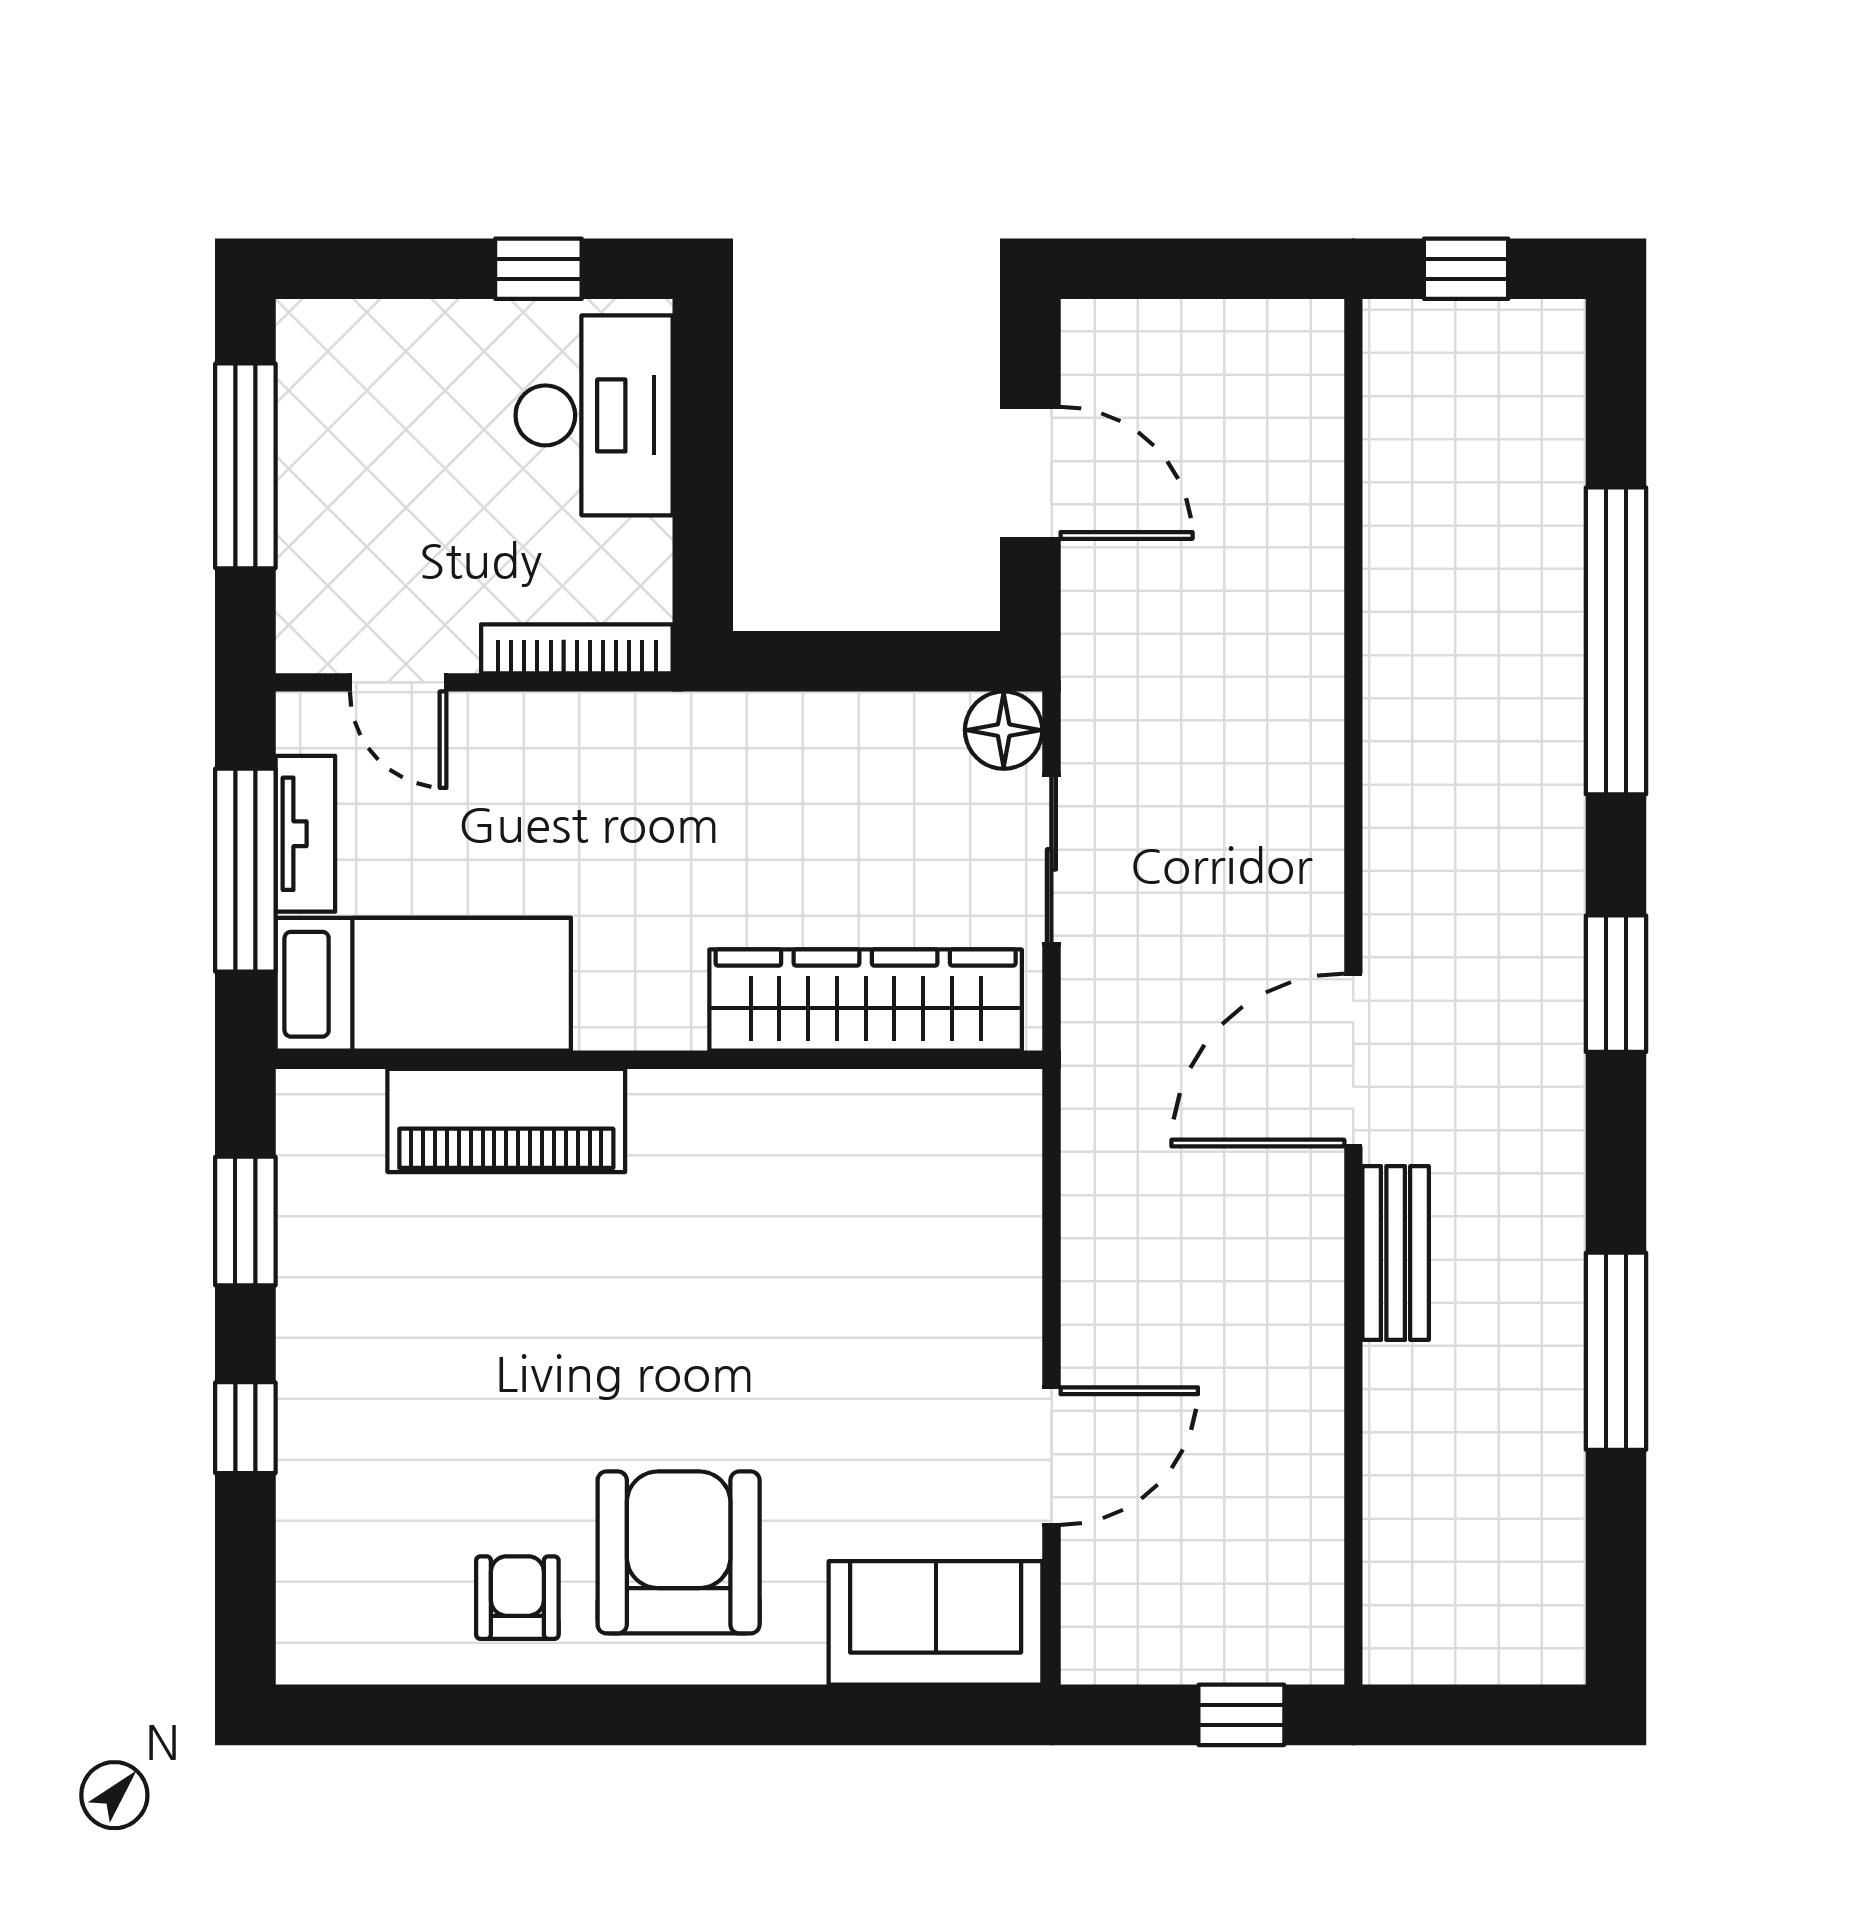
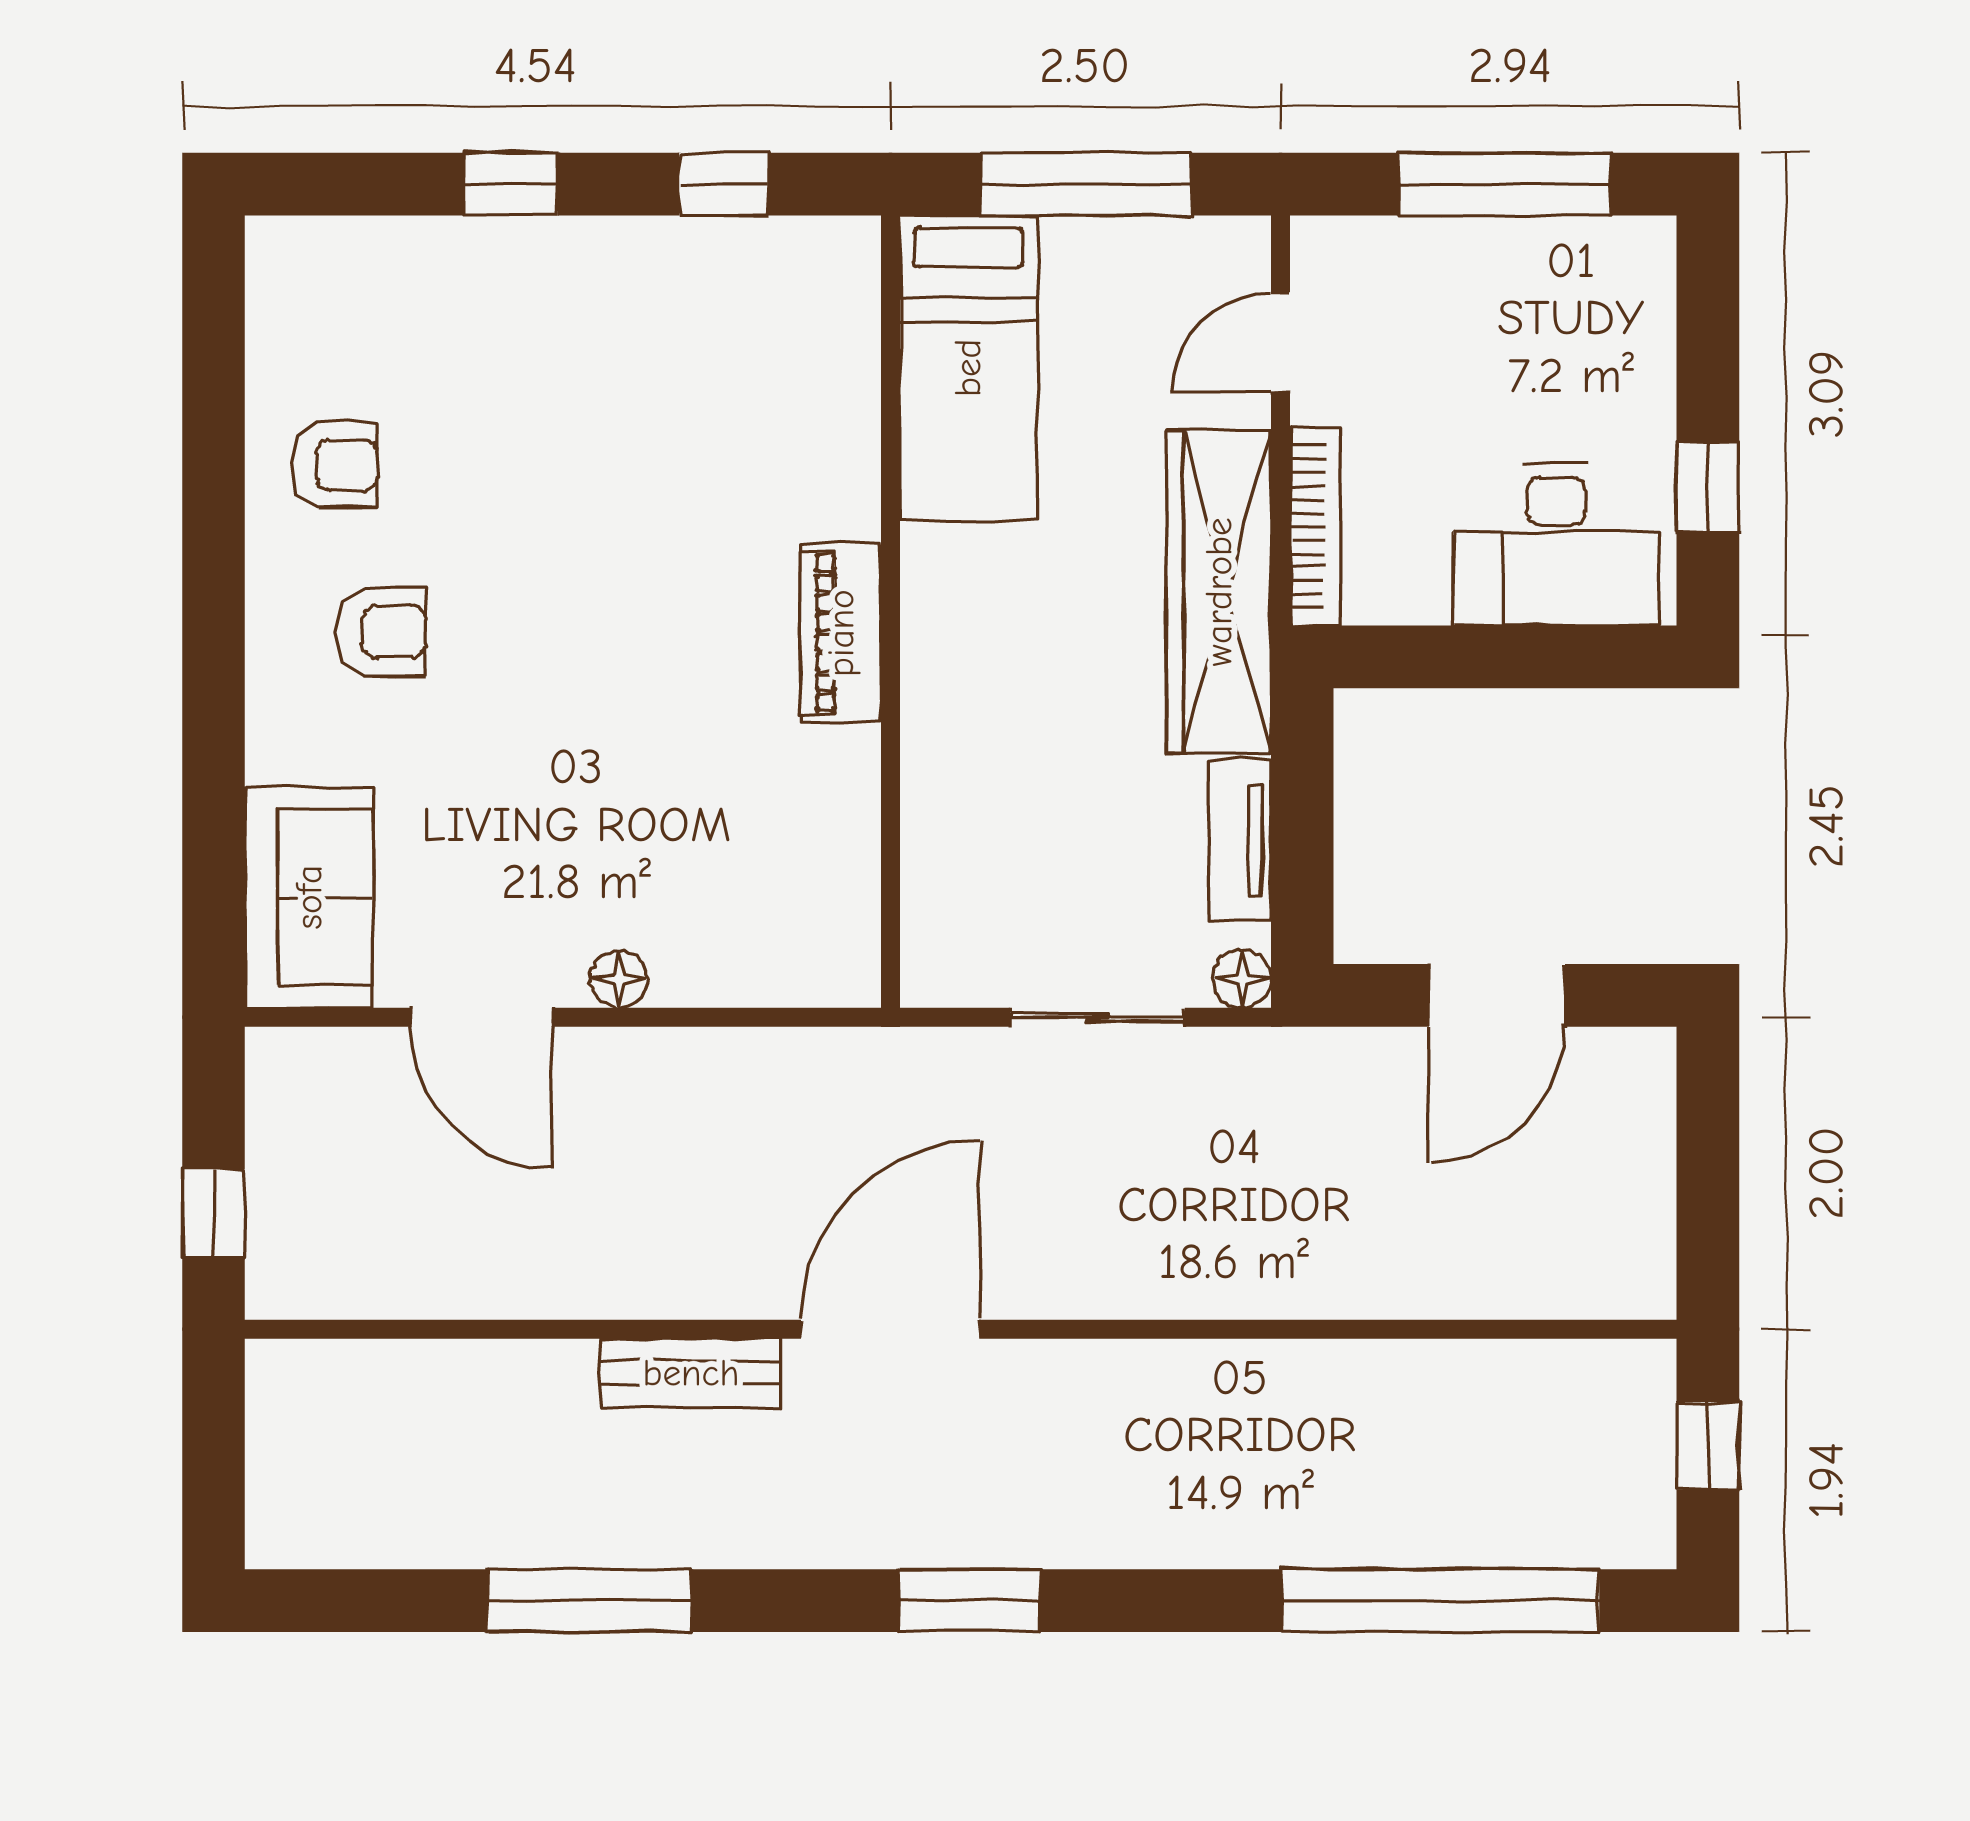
window: (1616, 641) -> (1441, 1601), moved
floor lamp: (1004, 730) -> (1242, 979), width x0.73, depth x0.73
tv unit: (305, 834) -> (1240, 840), moved, turned 90
wardrobe: (866, 1000) -> (1219, 592), moved, turned 180
door: (1353, 1060) -> (890, 1329), hinge flipped
piano: (506, 1120) -> (841, 633), moved, width x0.73, depth x0.75
window: (245, 1221) -> (724, 184), width x0.67
floor lamp: (1015, 1322) -> (619, 979), added
armchair: (679, 1552) -> (381, 632), width x0.53, depth x0.53

